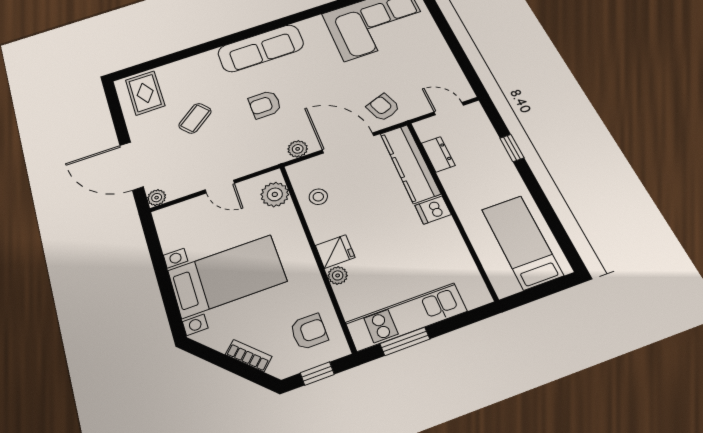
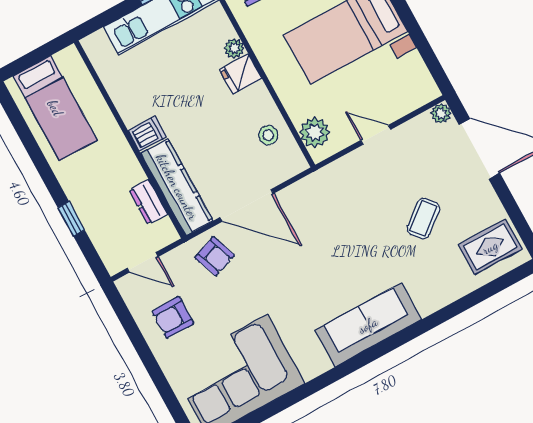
rug: (145, 93) -> (490, 247), turned 90
armchair: (265, 104) -> (173, 317), moved, turned 180
plant: (298, 149) -> (300, 192), removed

